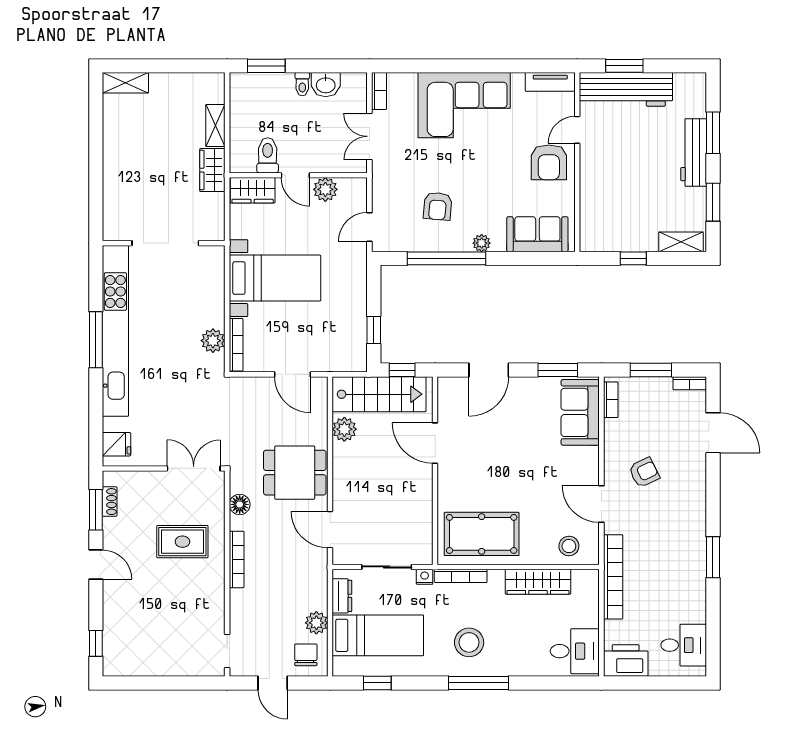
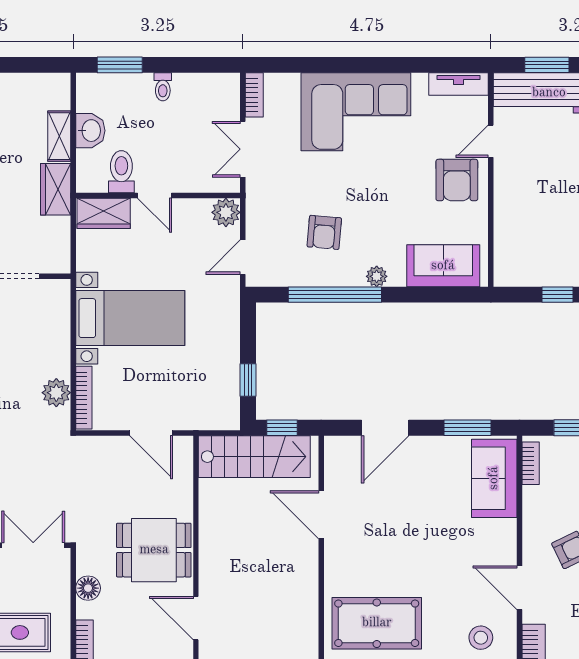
washbasin: (326, 85) -> (90, 131), moved, turned -90
plant: (325, 189) -> (226, 212), moved
plant: (344, 429) -> (213, 498), removed

